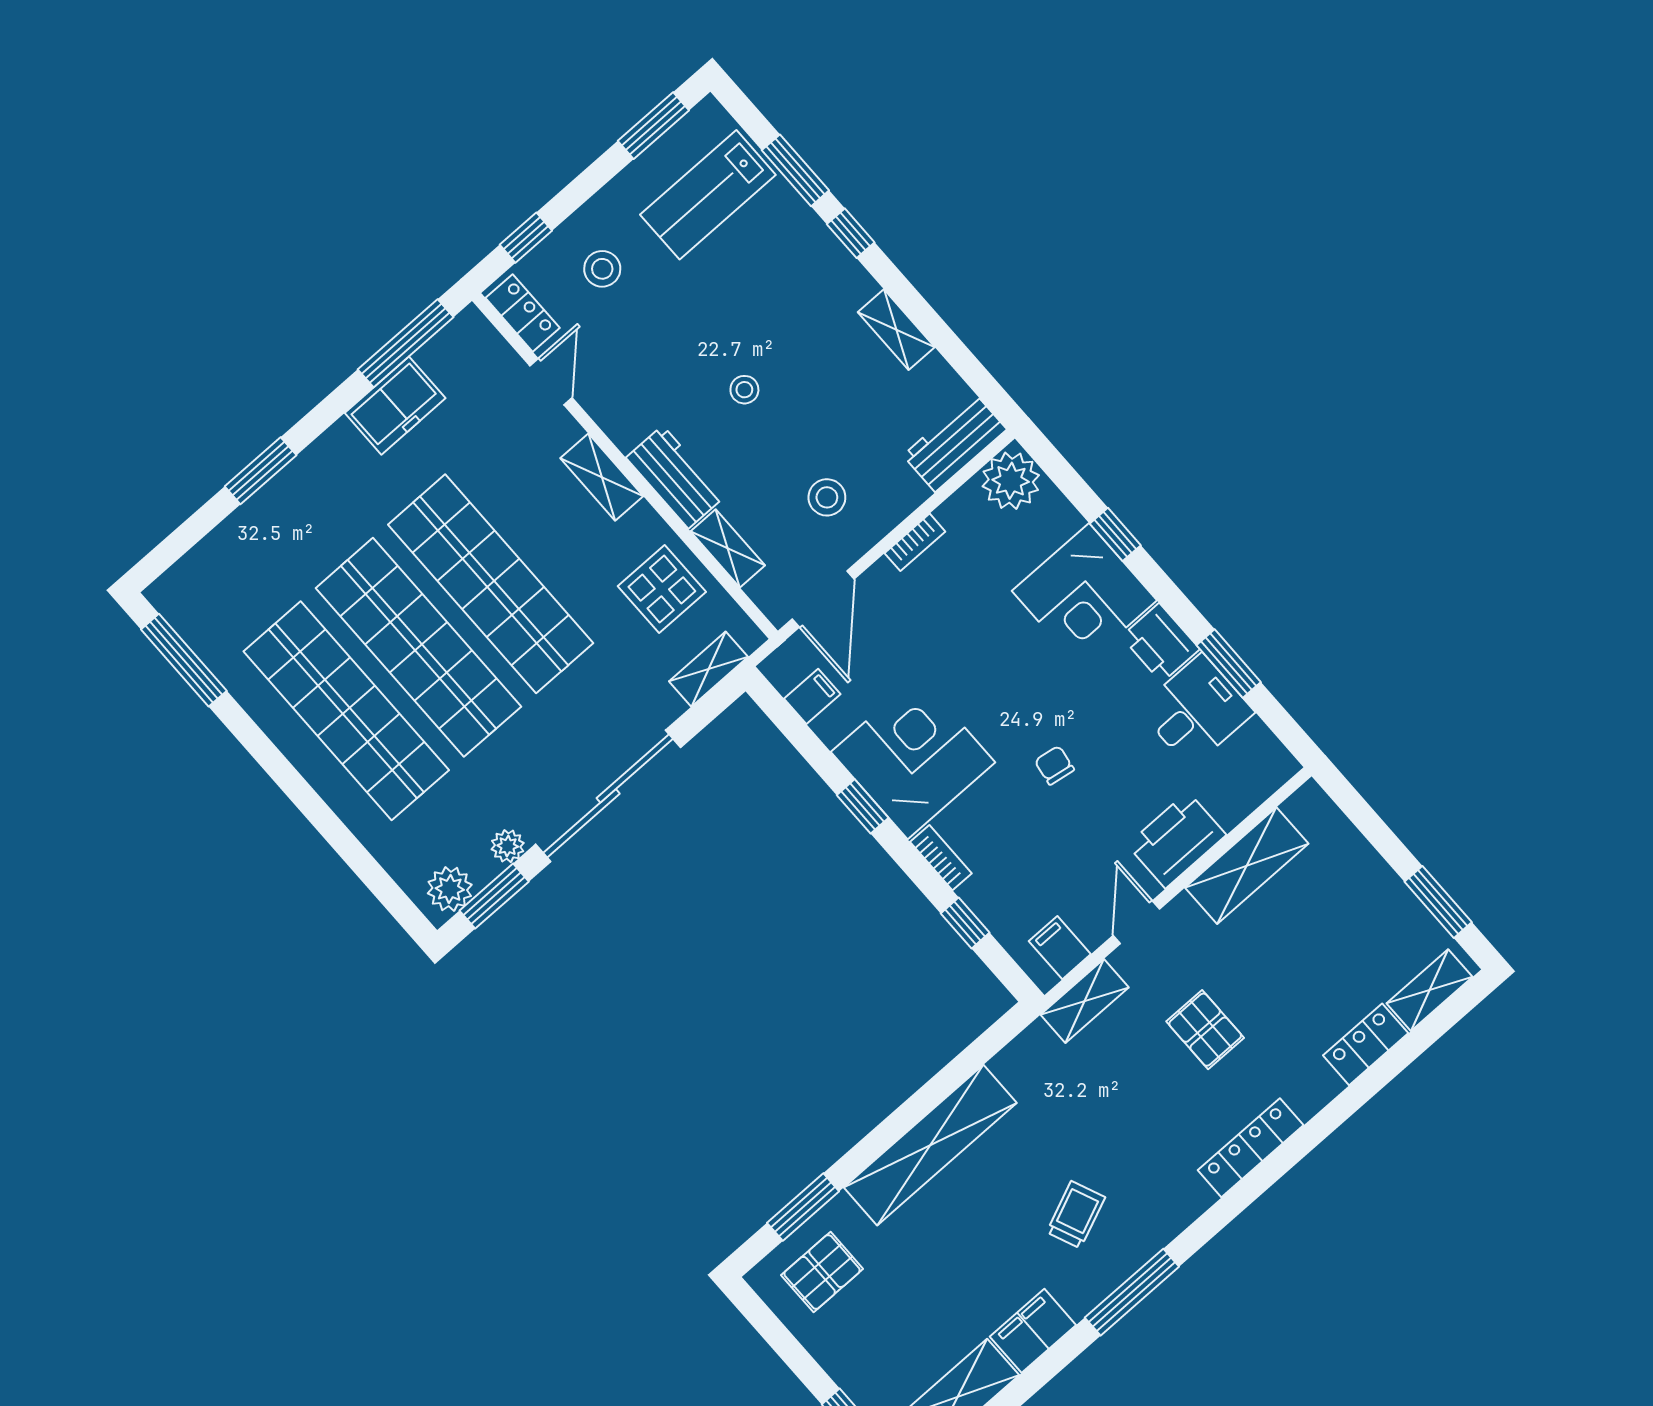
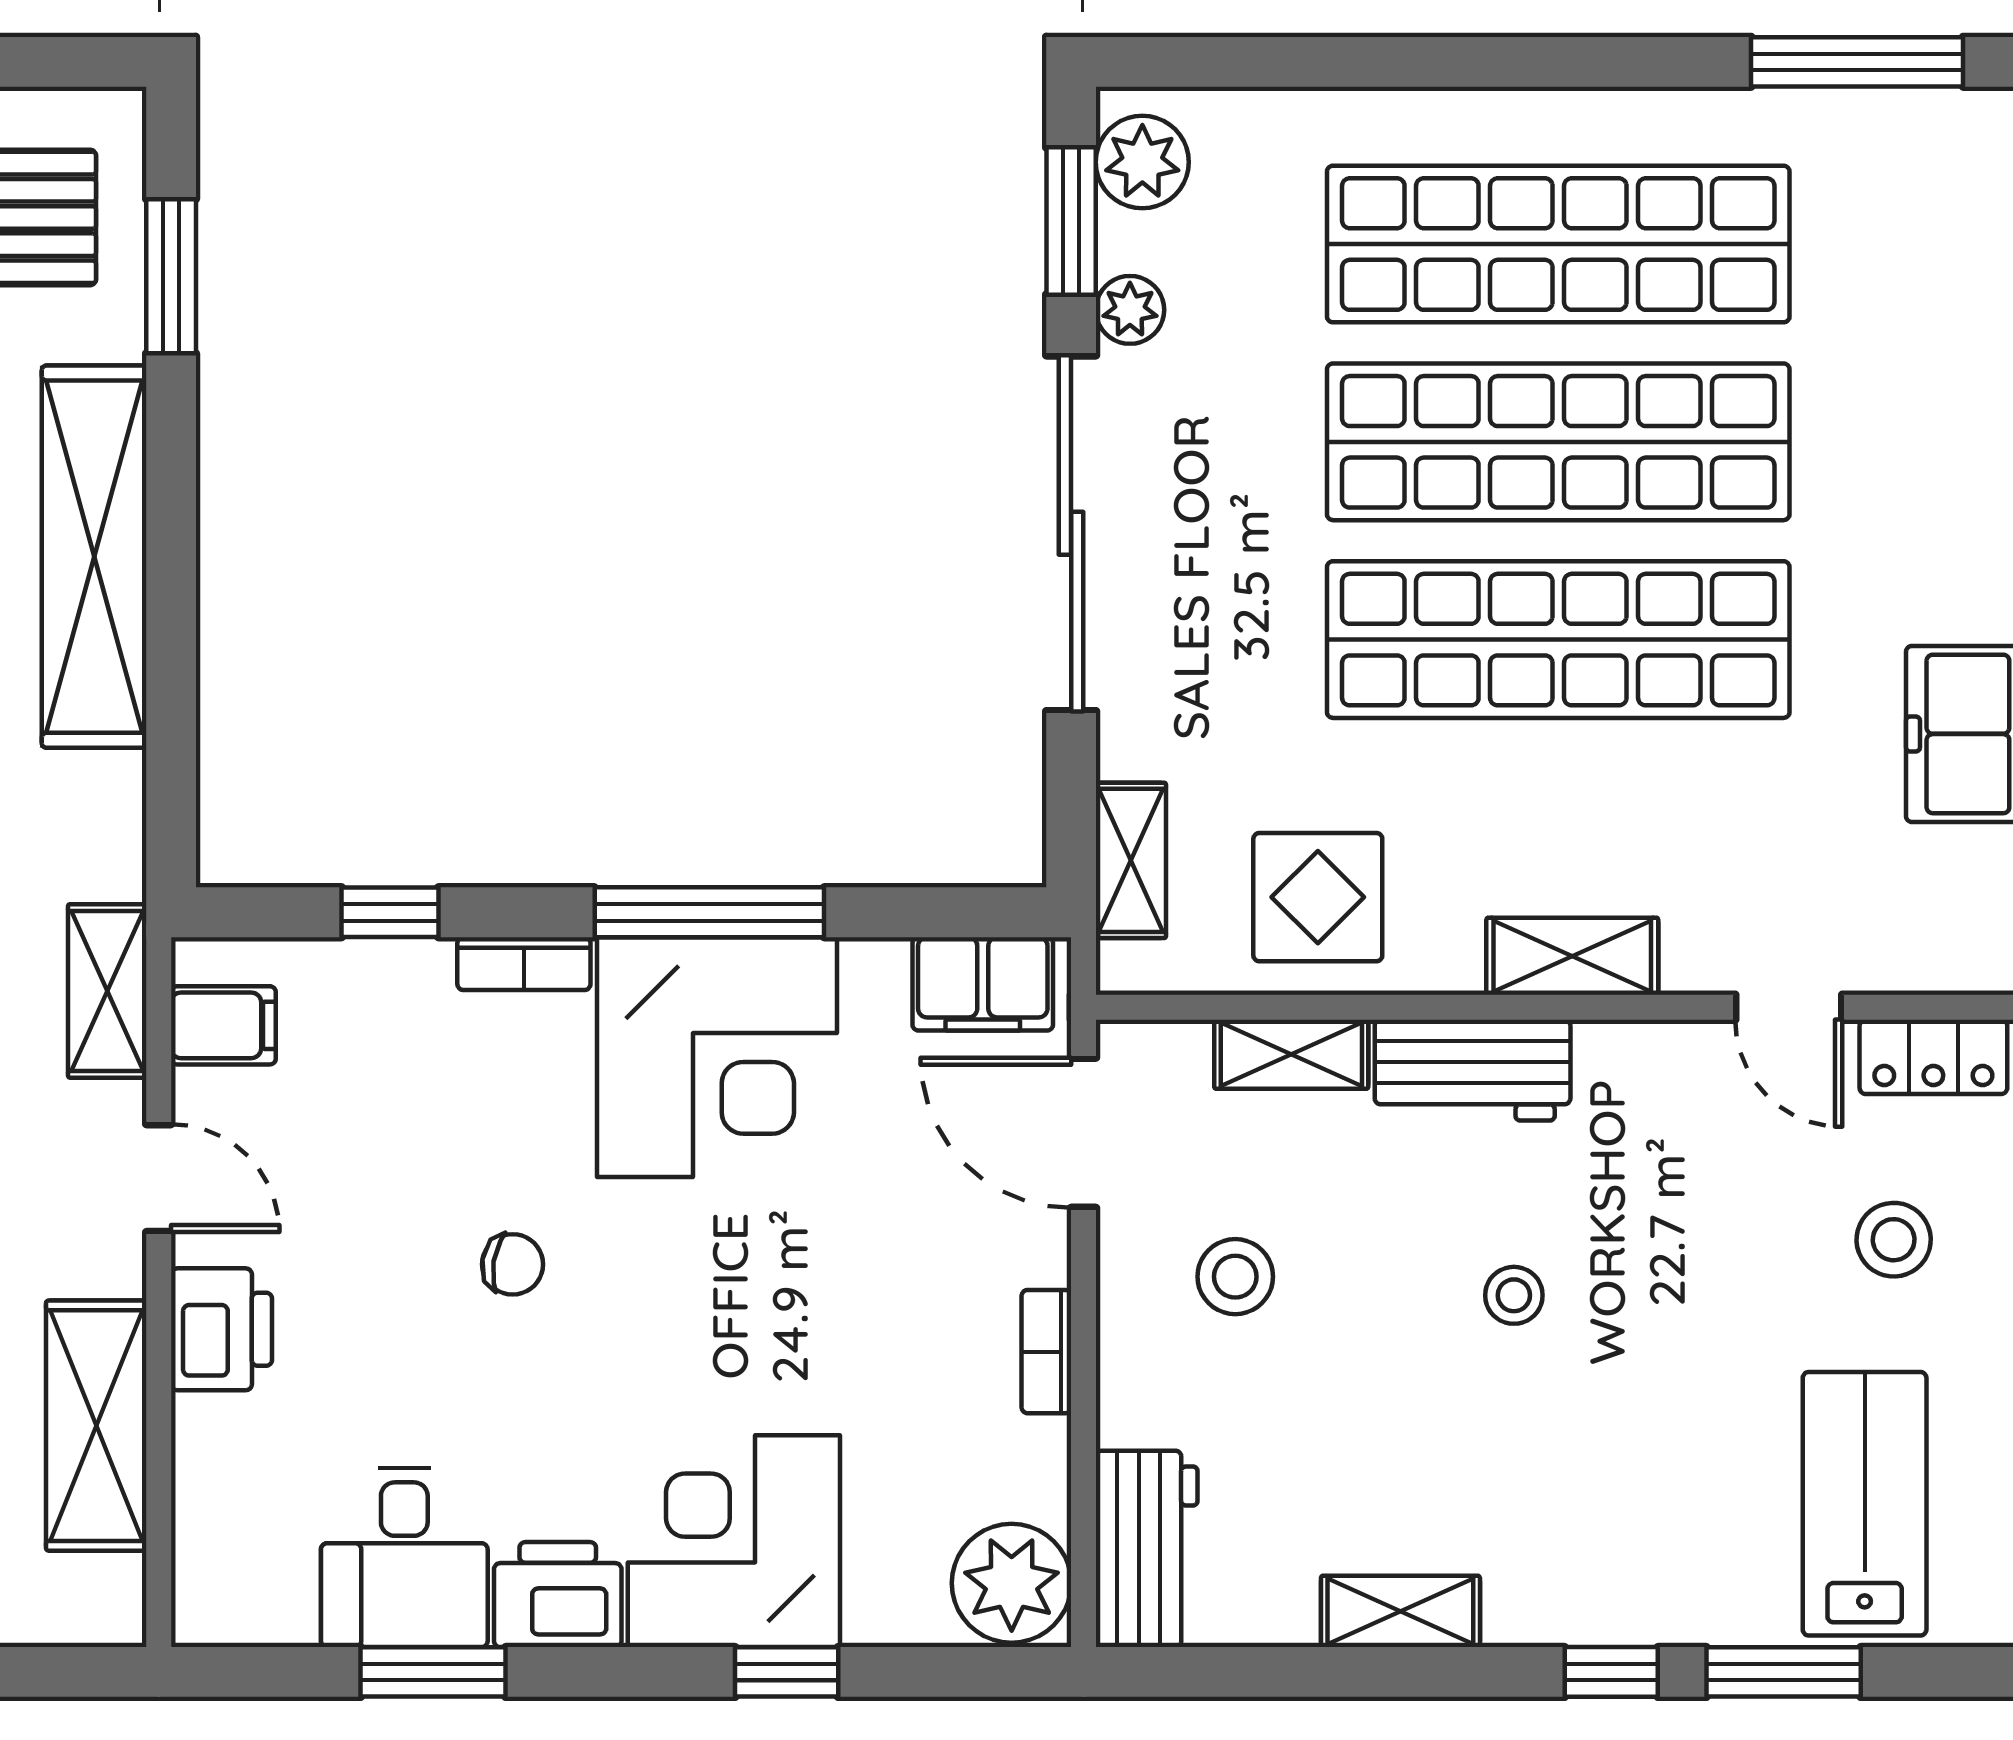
filing cabinet: (812, 696) -> (983, 984), width x2.00
window: (863, 806) -> (709, 912), width x2.17
printer: (1177, 840) -> (222, 1329), width x0.73, depth x0.84

